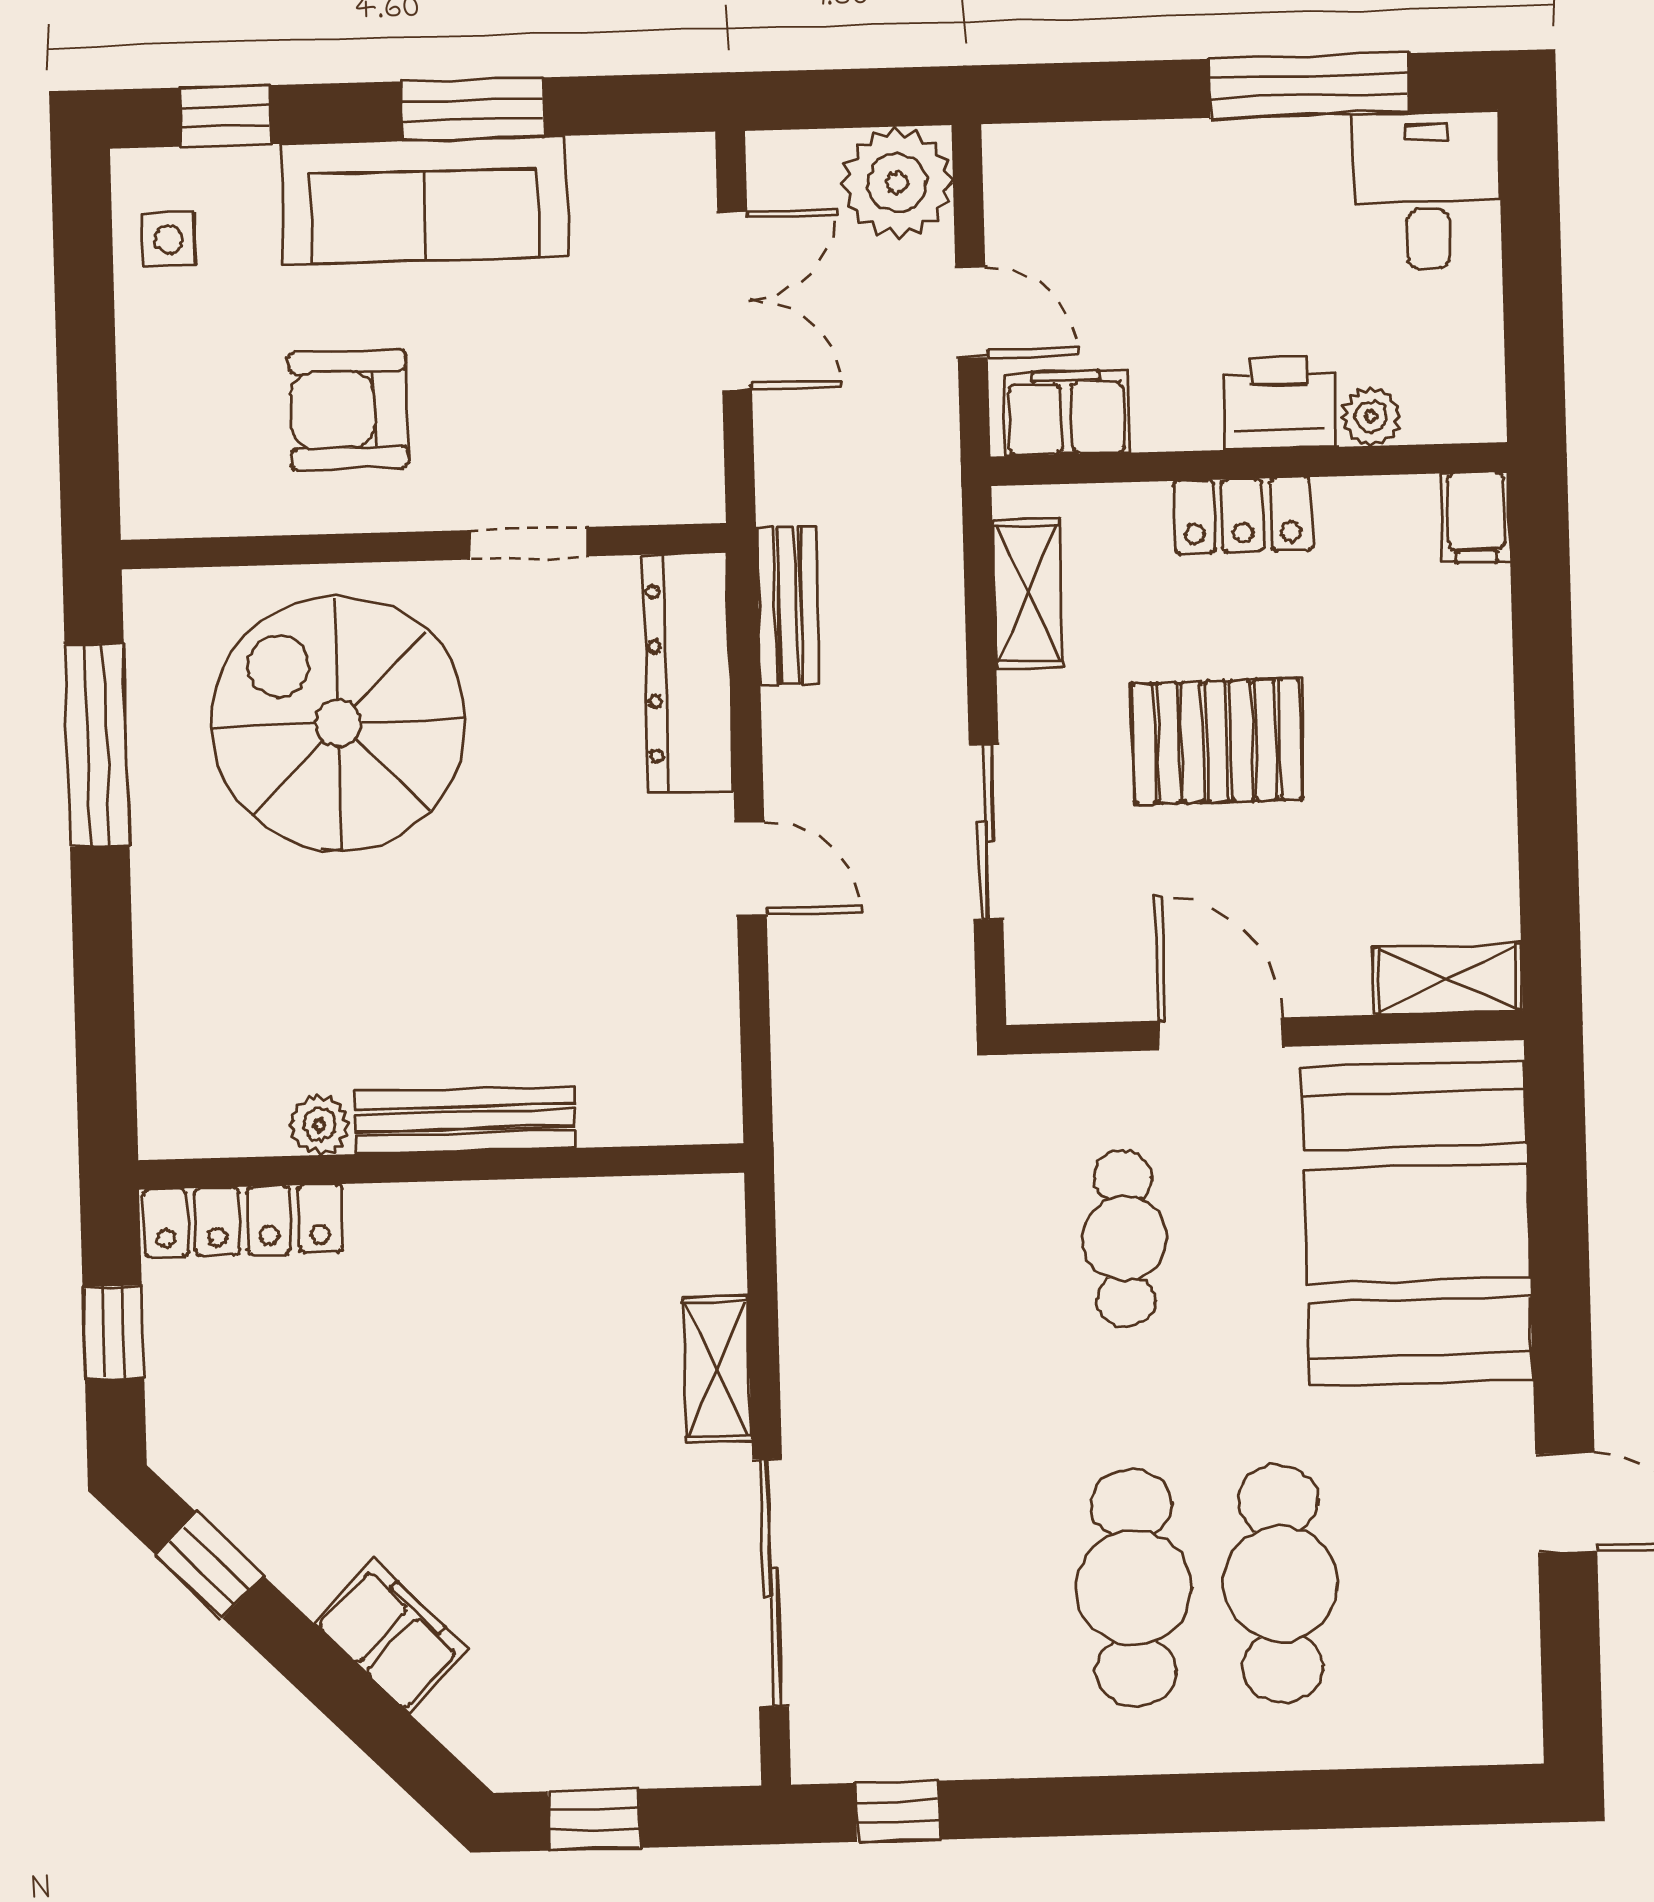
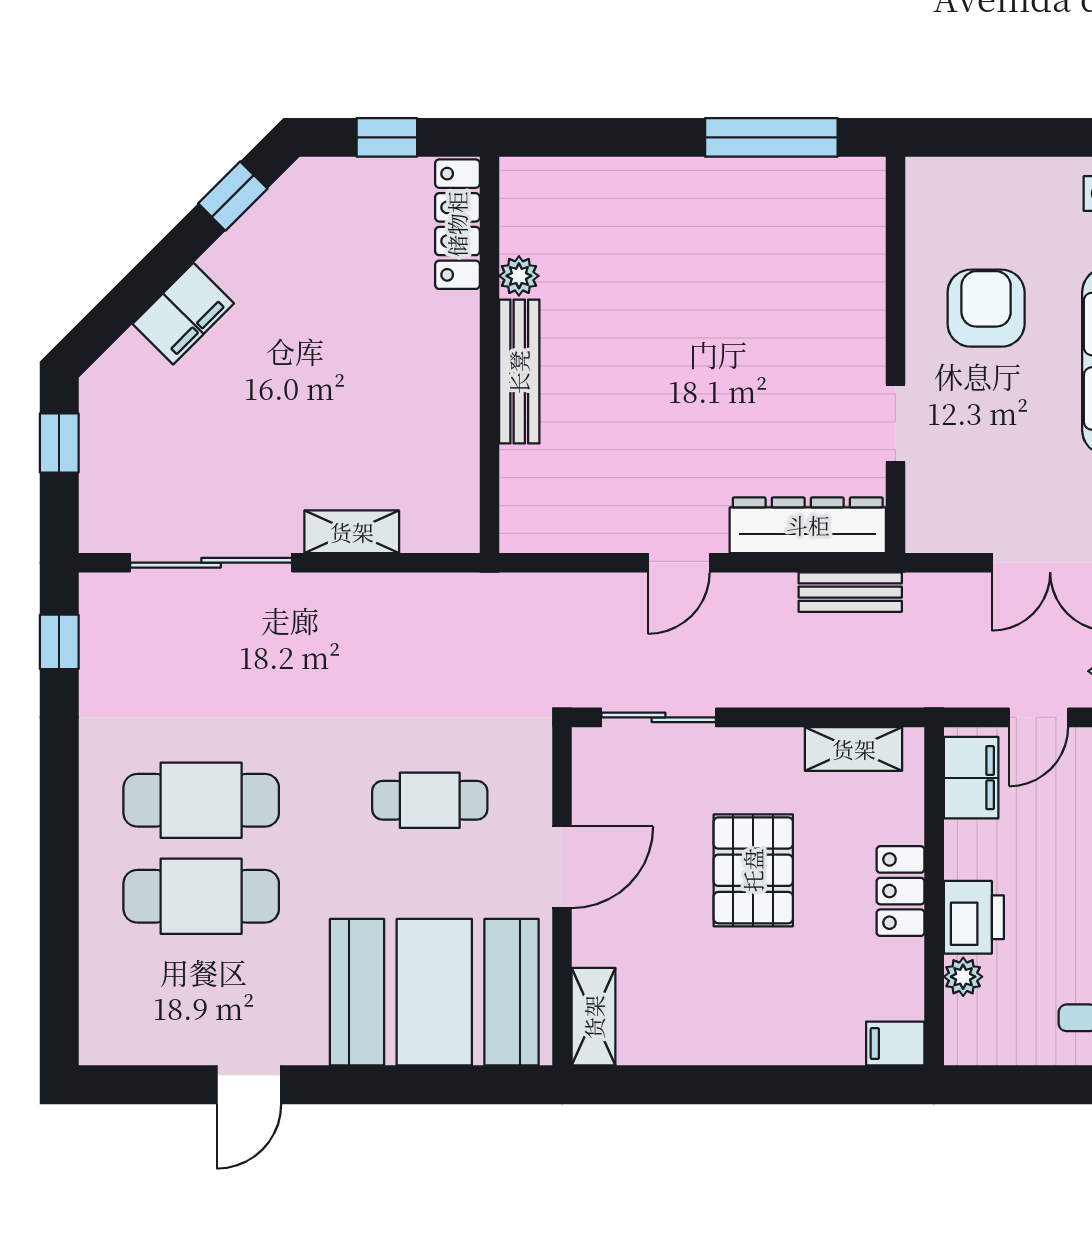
spiral stairs: (338, 723) -> (781, 296), removed
sliding door: (986, 832) -> (659, 717), moved

